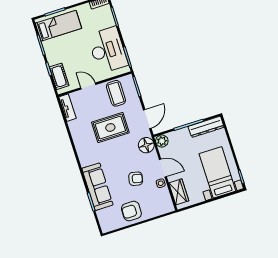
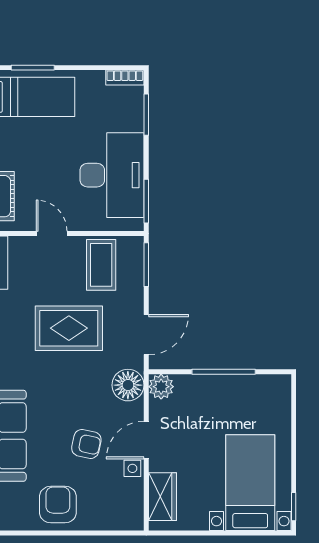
dresser: (206, 127) -> (256, 387), removed
door: (163, 168) -> (146, 440), swing flipped
armchair: (131, 211) -> (58, 505), turned 90

